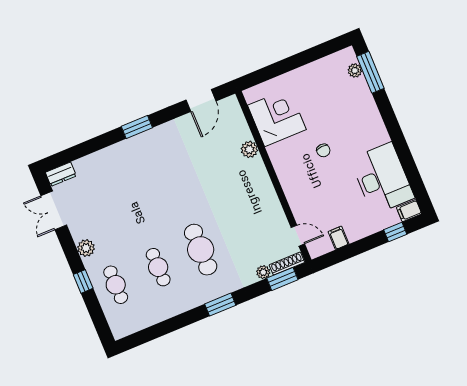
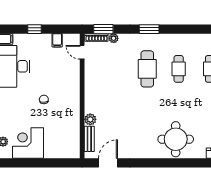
corner desk: (277, 117) -> (28, 143), moved, turned 90
bench: (240, 123) -> (89, 139), added
window: (137, 127) -> (155, 163), removed
round table: (123, 170) -> (176, 139), added
window: (395, 232) -> (34, 29), moved

